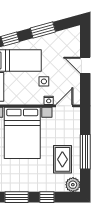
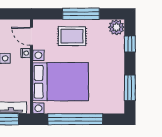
rug: (62, 159) -> (72, 36), moved
window: (47, 197) -> (130, 44), moved

